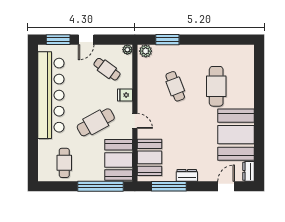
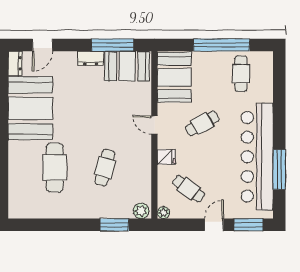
window: (33, 85) -> (279, 169), added
cafe table: (175, 86) -> (105, 168), turned 36
cafe table: (96, 122) -> (202, 123), width x0.73, depth x0.74
booth: (150, 157) -> (127, 66), moved, turned 90
window: (100, 186) -> (222, 45), moved

